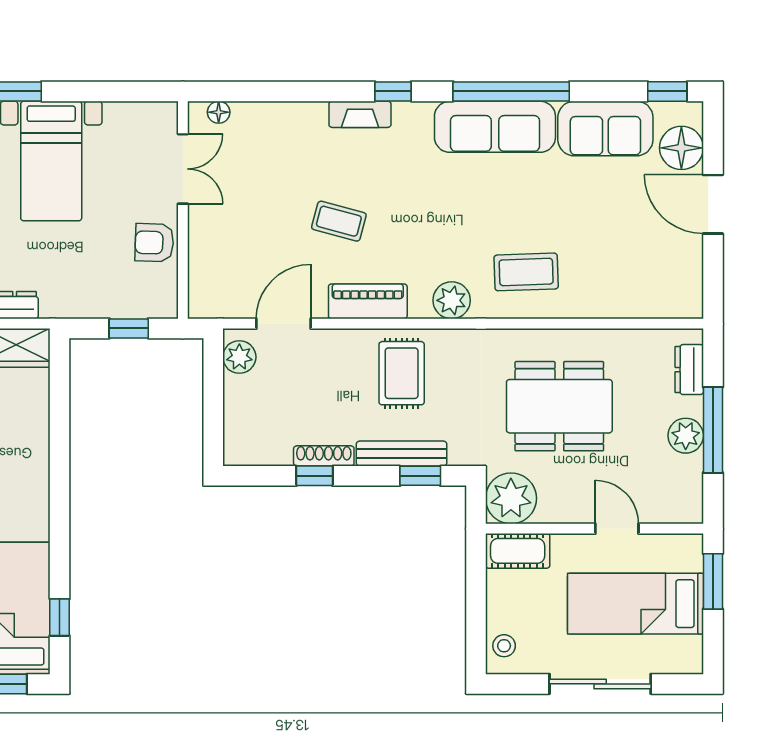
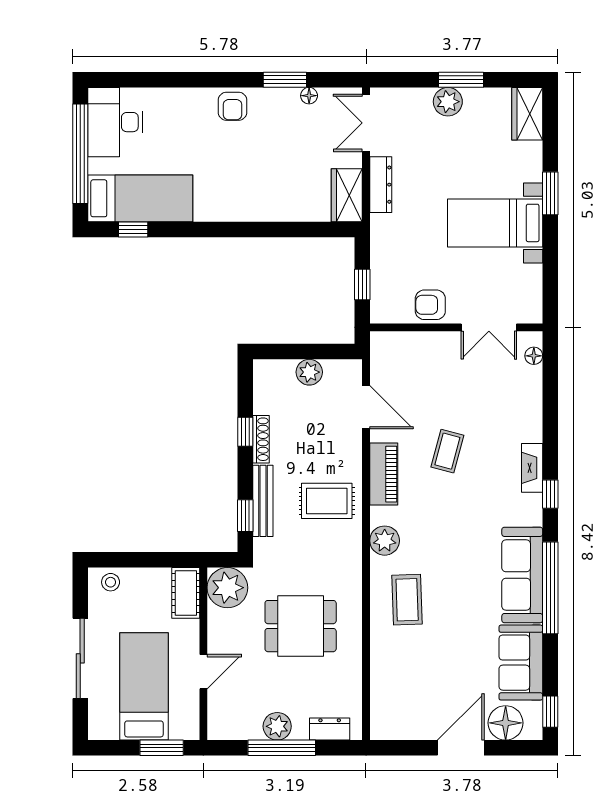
armchair: (154, 243) -> (430, 305), turned -92
plant: (239, 357) -> (309, 372), moved
dining table: (559, 406) -> (301, 626), width x0.73

